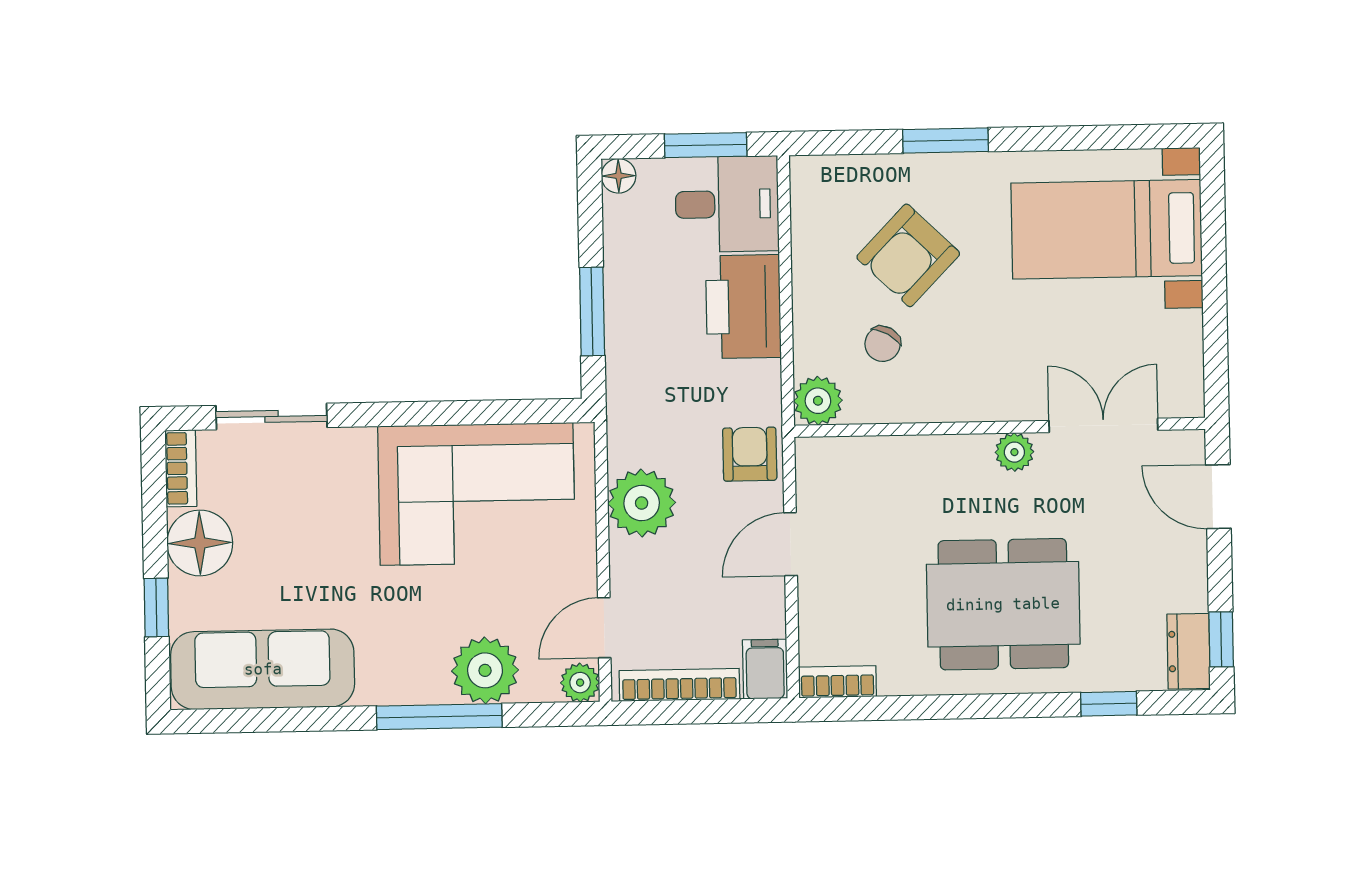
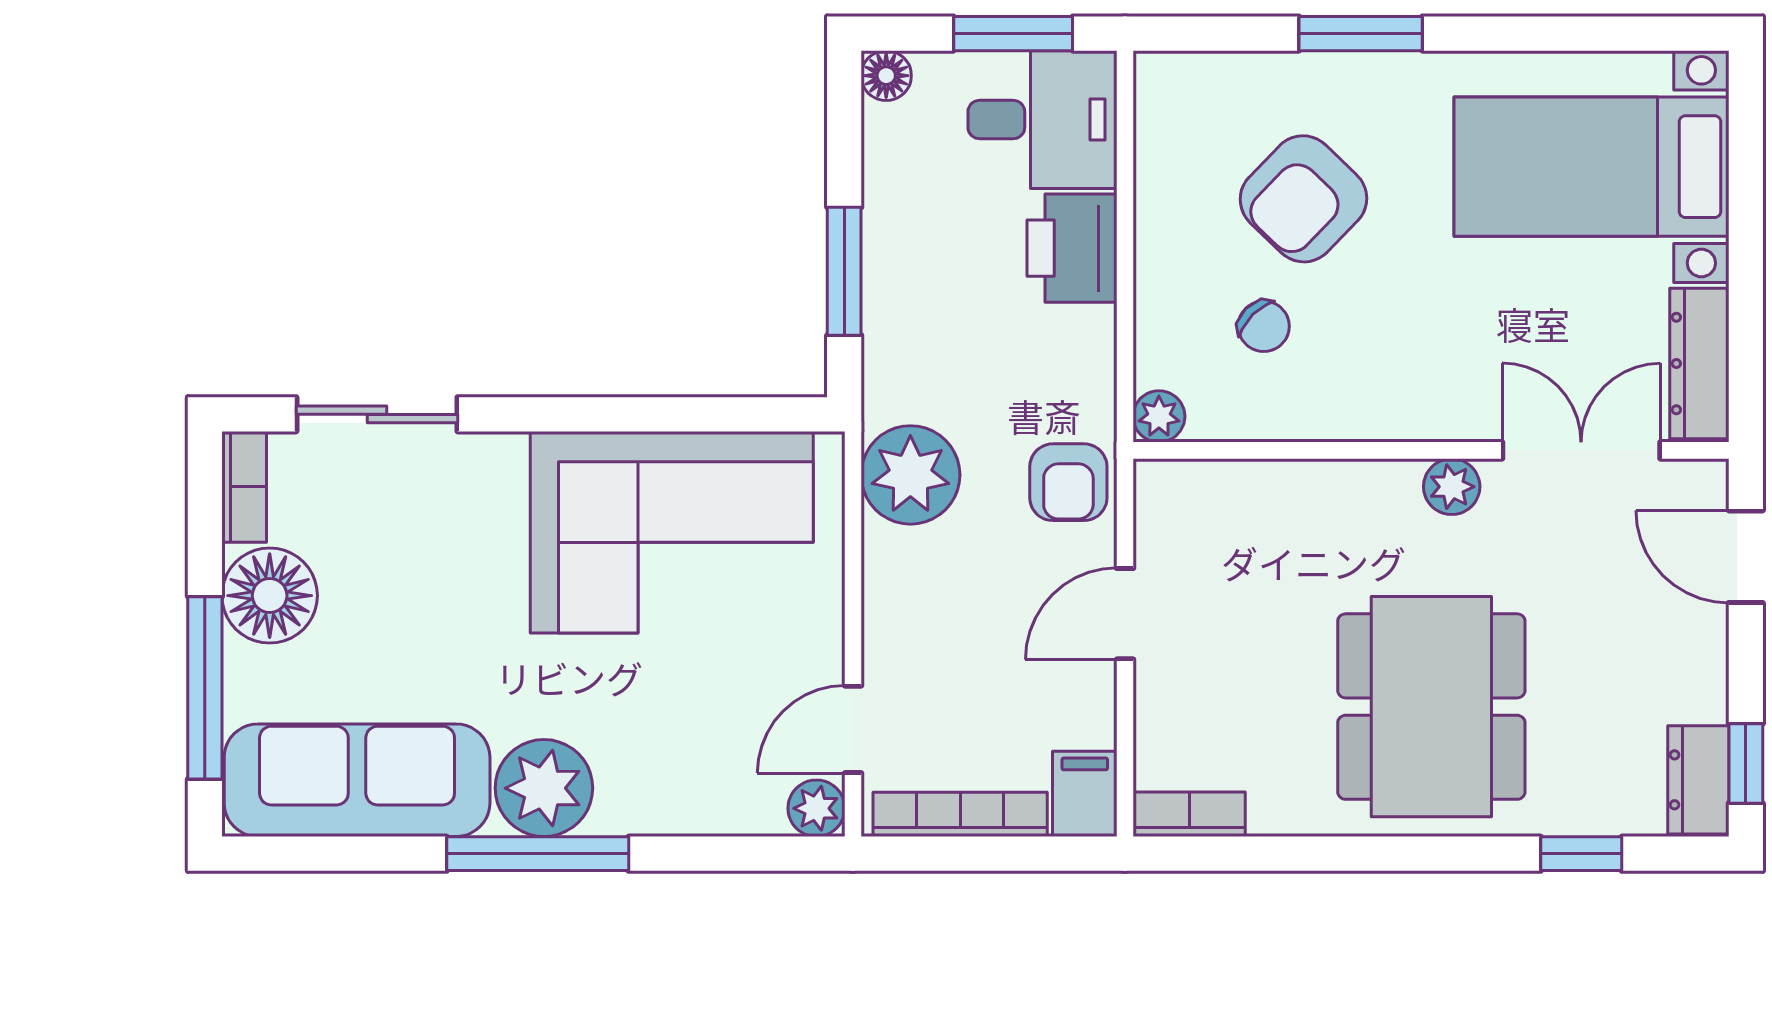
printer: (743, 307) -> (1072, 248), width x0.73, depth x0.84
chair: (883, 344) -> (1264, 326), turned -75
dresser: (1184, 364) -> (1699, 364), added
plant: (818, 401) -> (1159, 416), width x0.73, depth x0.73
armchair: (750, 454) -> (1068, 482), turned 180
plant: (642, 503) -> (910, 475), moved
dining table: (1003, 604) -> (1431, 707), turned 90
window: (156, 608) -> (205, 688), width x2.17
plant: (485, 670) -> (544, 788), moved
window: (439, 717) -> (538, 854), moved

